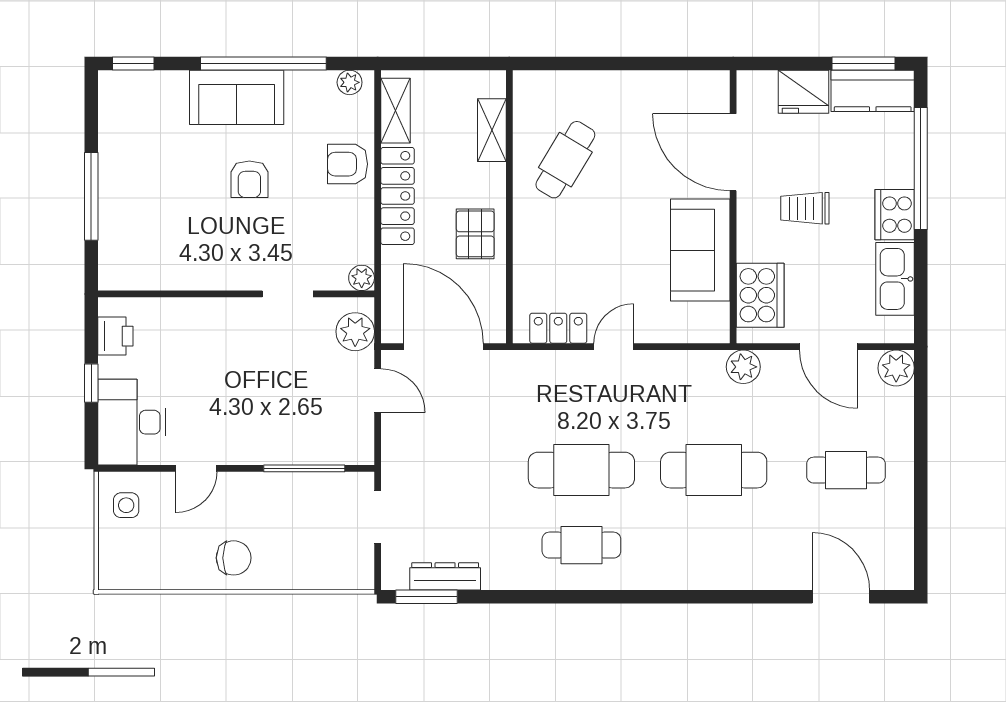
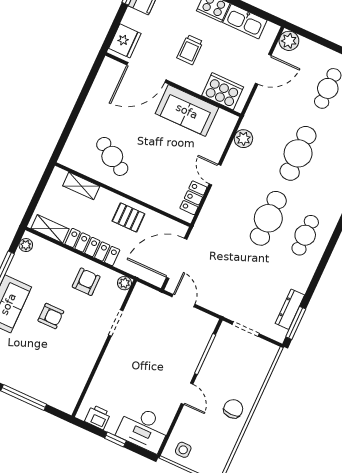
fridge: (803, 92) -> (125, 41), moved
armchair: (348, 164) -> (86, 282), moved, turned 180
plant: (355, 332) -> (149, 298), removed
plant: (743, 367) -> (243, 139), moved
door: (378, 391) -> (184, 301), hinge flipped
door: (196, 468) -> (187, 394), moved

